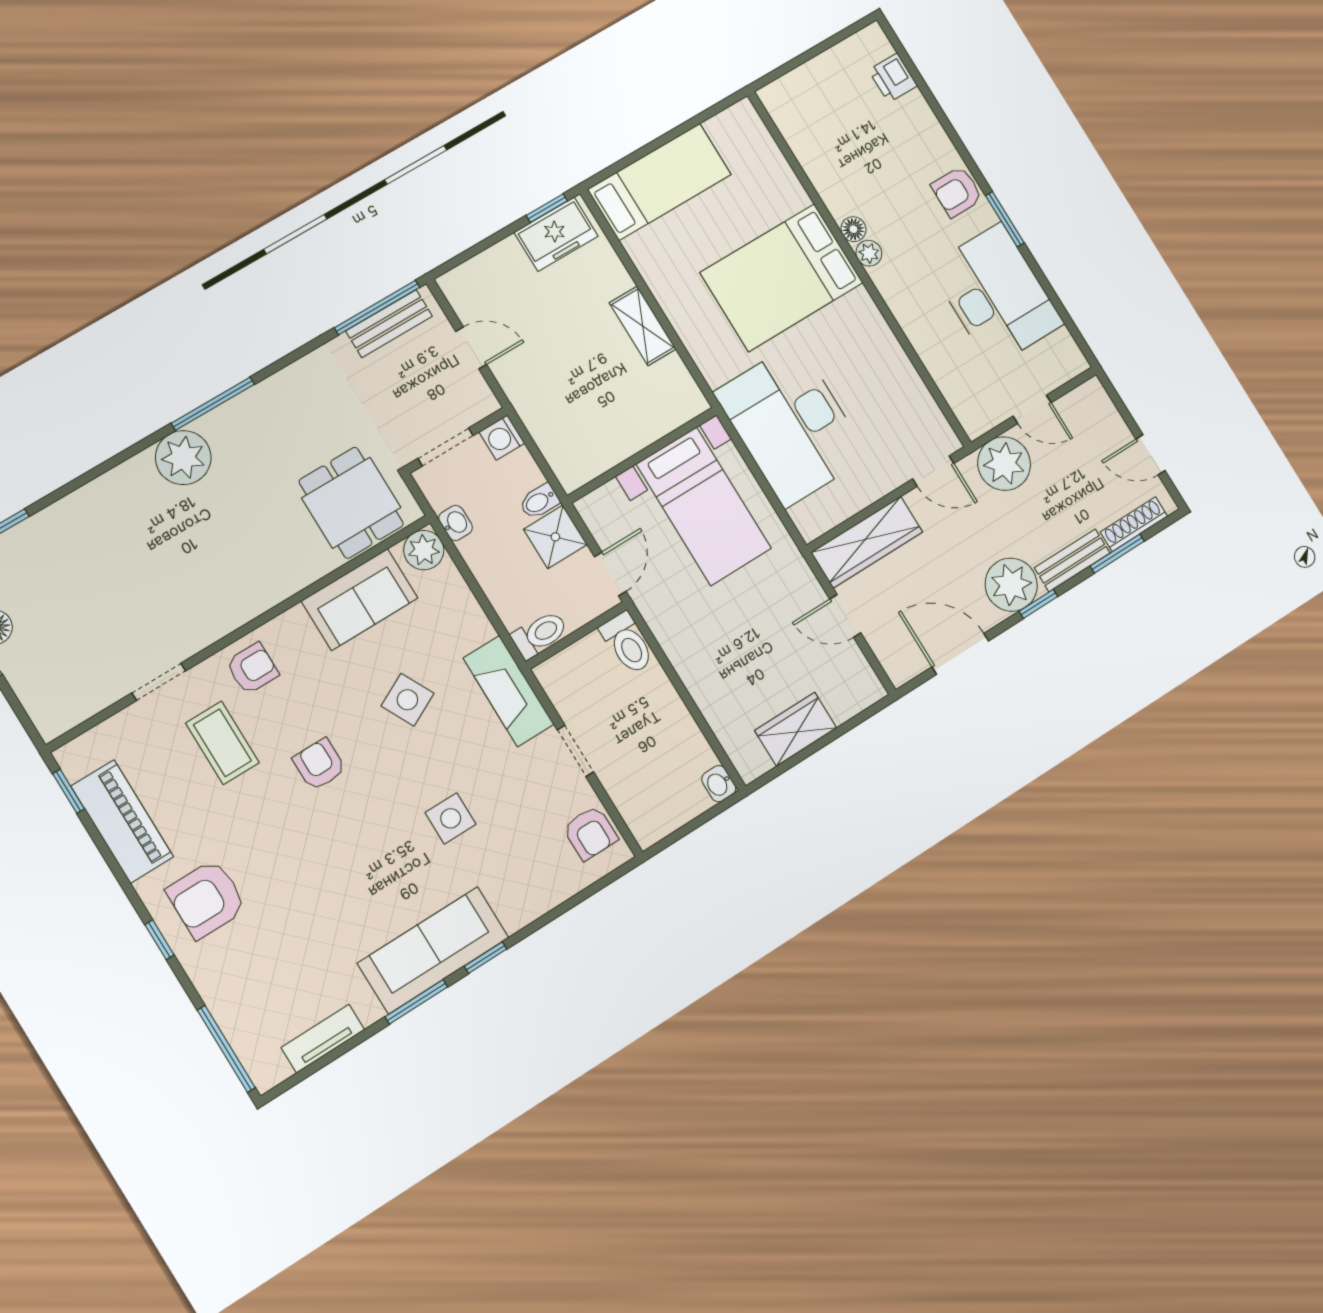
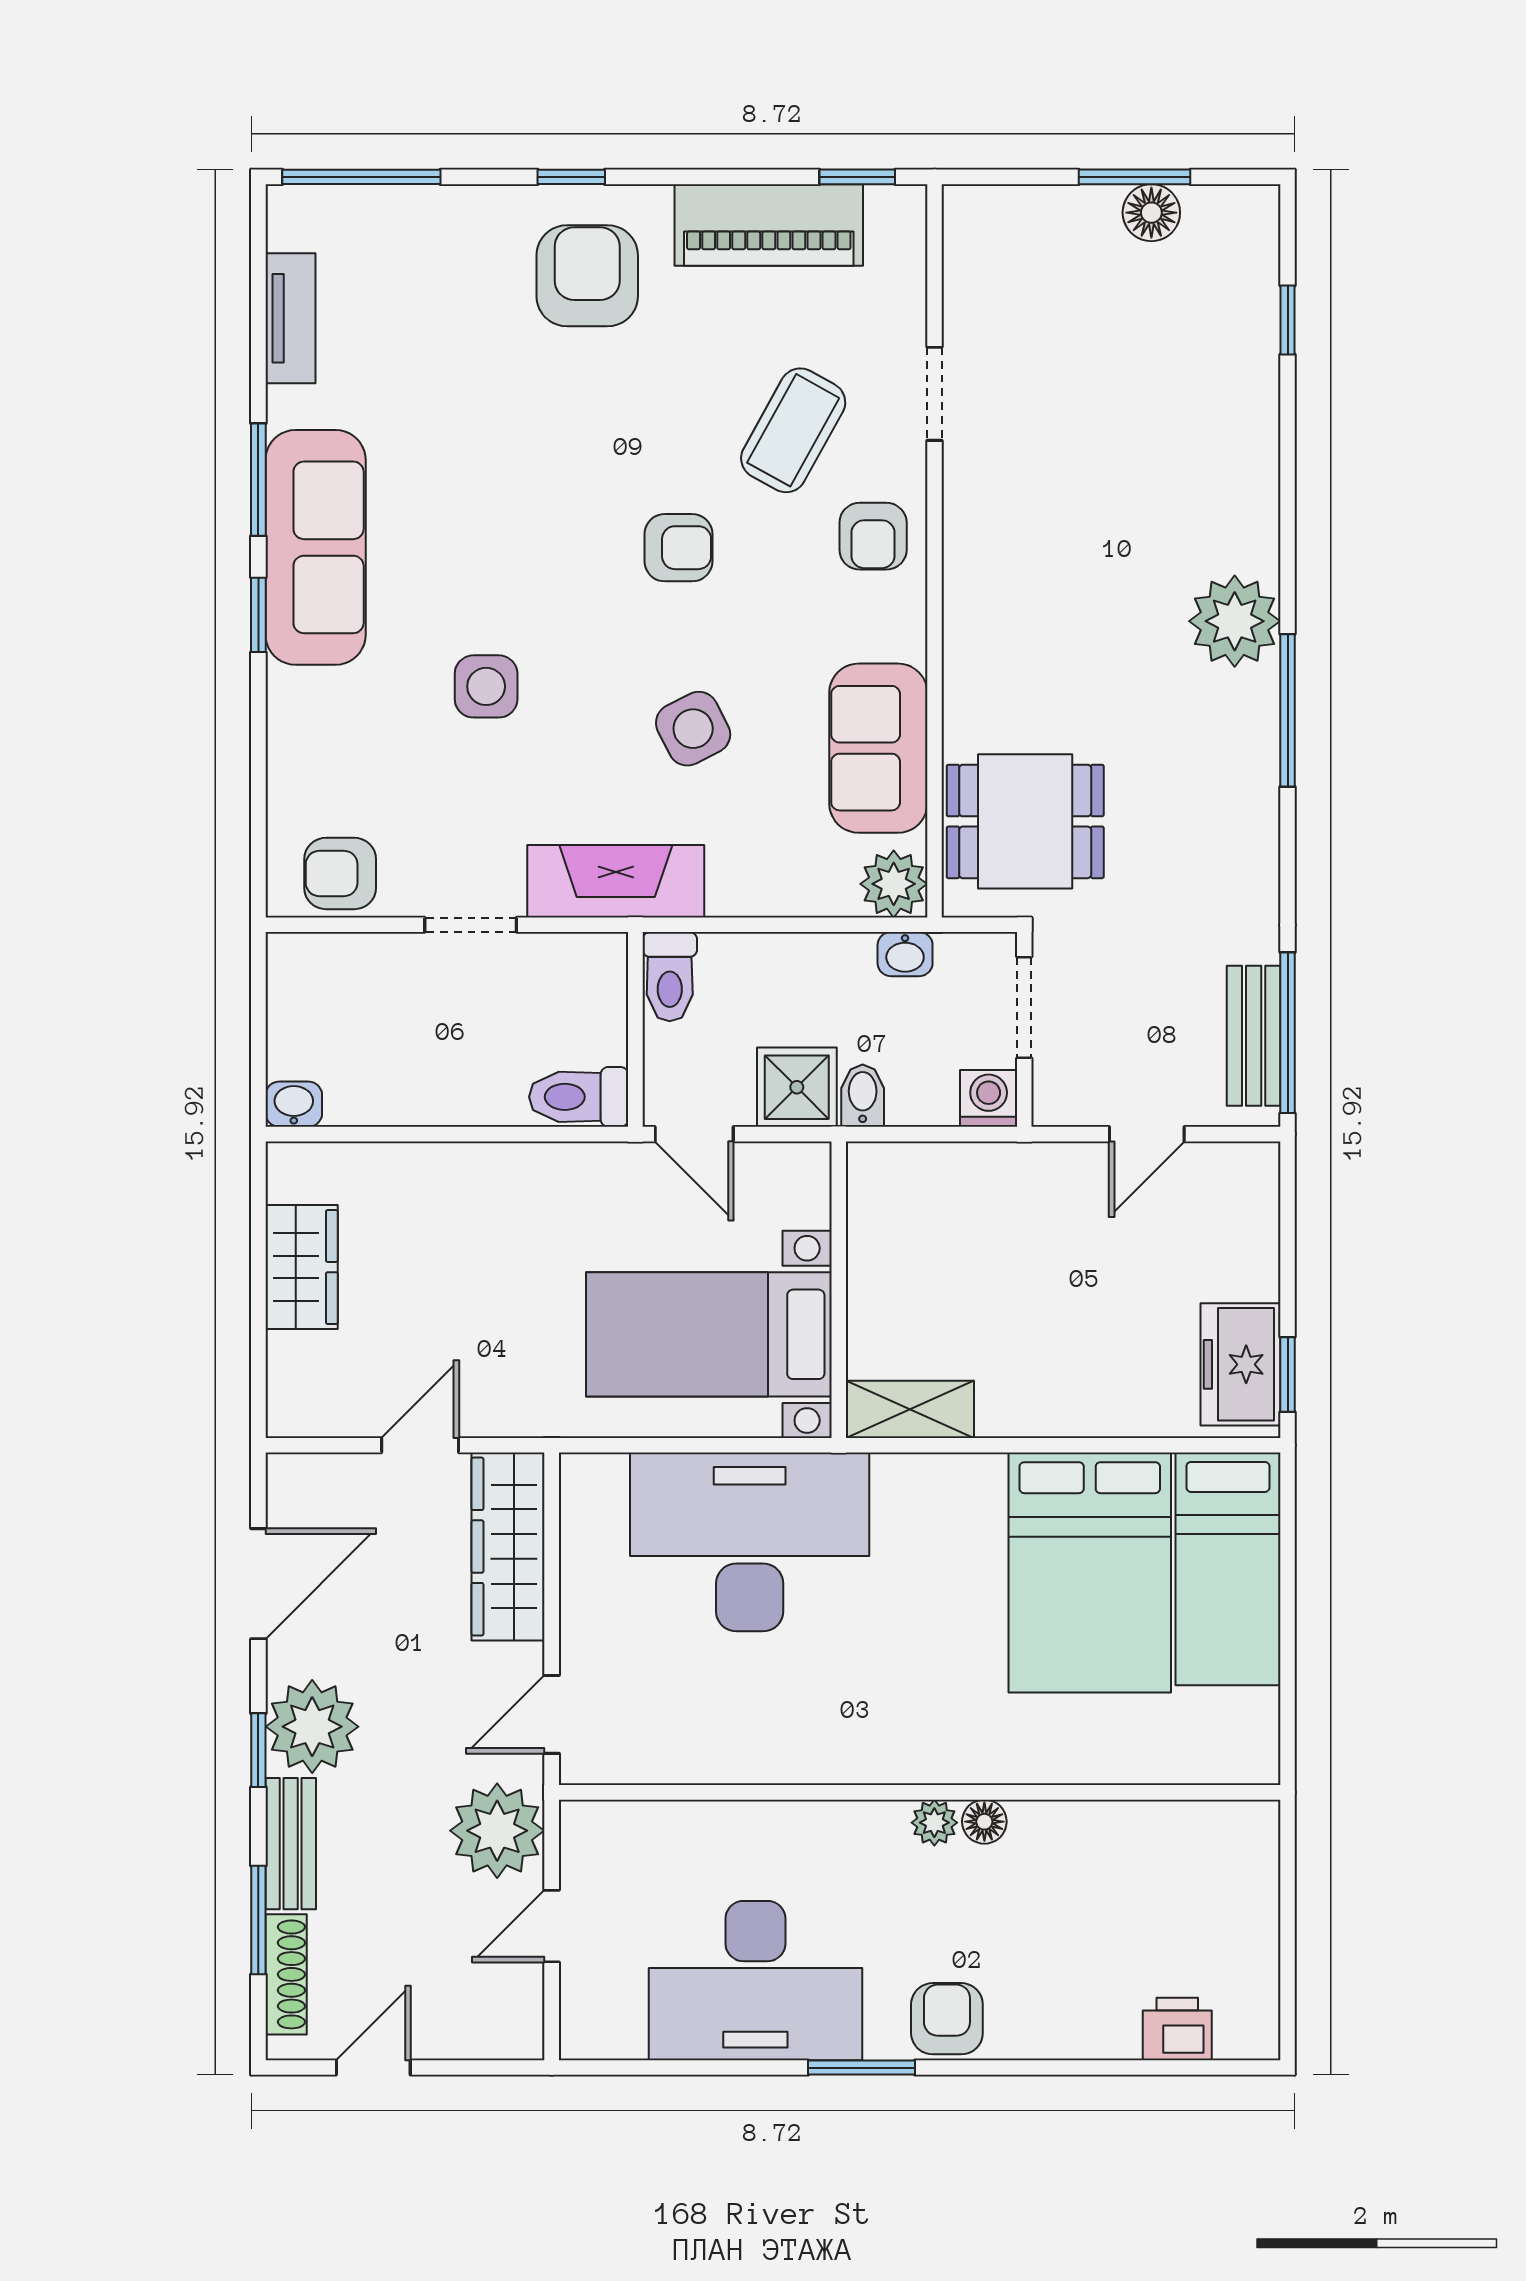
bed: (782, 278) -> (1090, 1573), moved, turned 180
shelving: (643, 326) -> (910, 1409), moved
coffee table: (222, 743) -> (793, 430), turned -61

